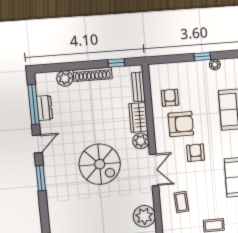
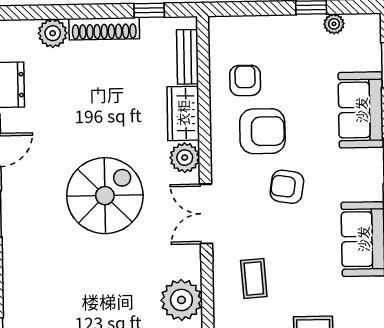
armchair: (196, 153) -> (287, 187), turned -81
spiral stairs: (100, 164) -> (105, 196), turned -90
double door: (154, 170) -> (206, 214), swing flipped

